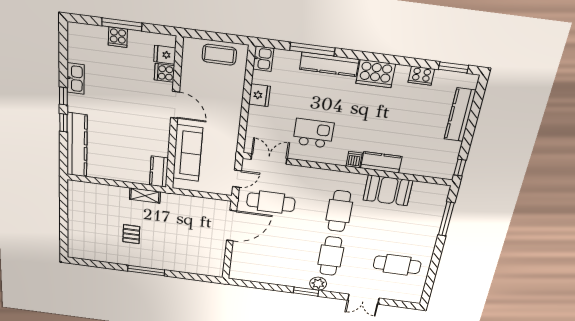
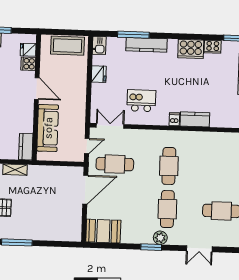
coffee table: (219, 55) -> (68, 46), width x1.36, depth x1.32
cooker: (376, 74) -> (191, 49), moved
booth: (388, 190) -> (103, 231), moved

